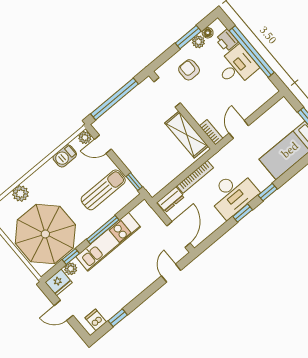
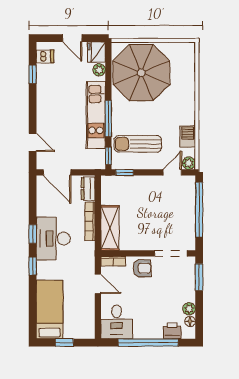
window: (188, 37) -> (199, 277), moved
desk: (237, 66) -> (117, 322), moved
armchair: (189, 70) -> (142, 268), moved
shelving: (187, 135) -> (110, 228), moved, turned 90
sun lounger: (103, 190) -> (138, 144), turned 90
plant: (20, 194) -> (187, 80), removed
window: (71, 256) -> (108, 156), moved
door: (64, 310) -> (72, 38), swing flipped

